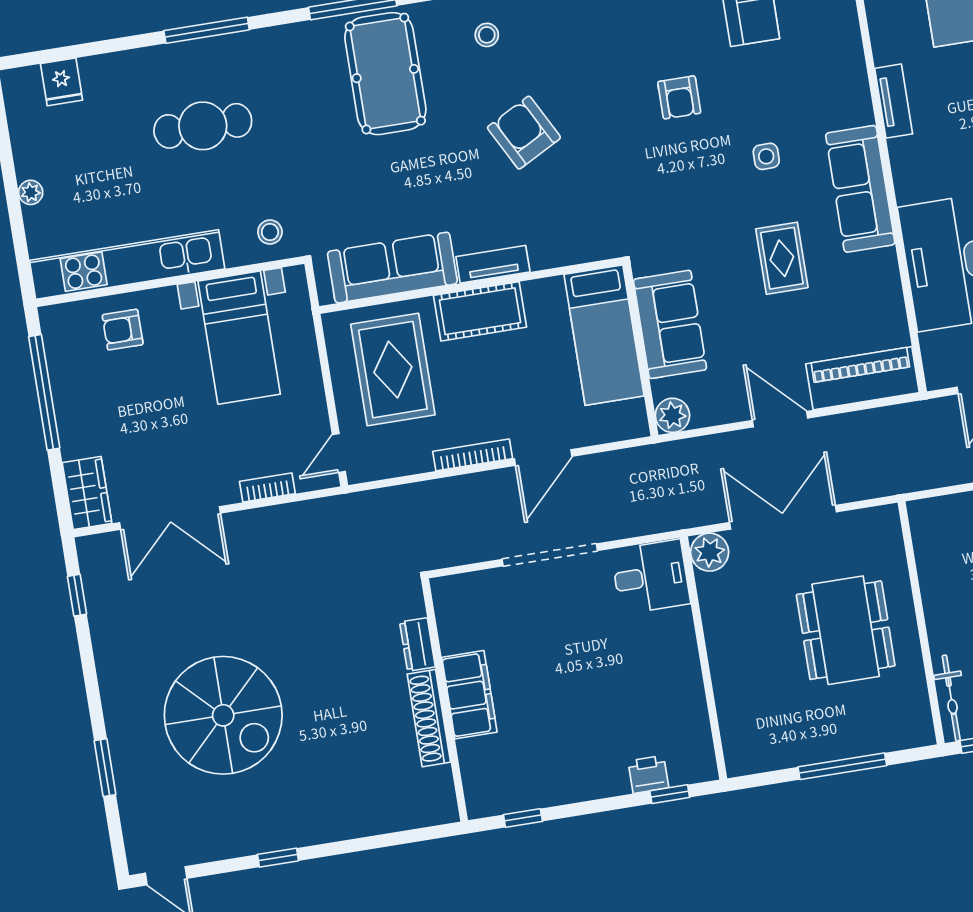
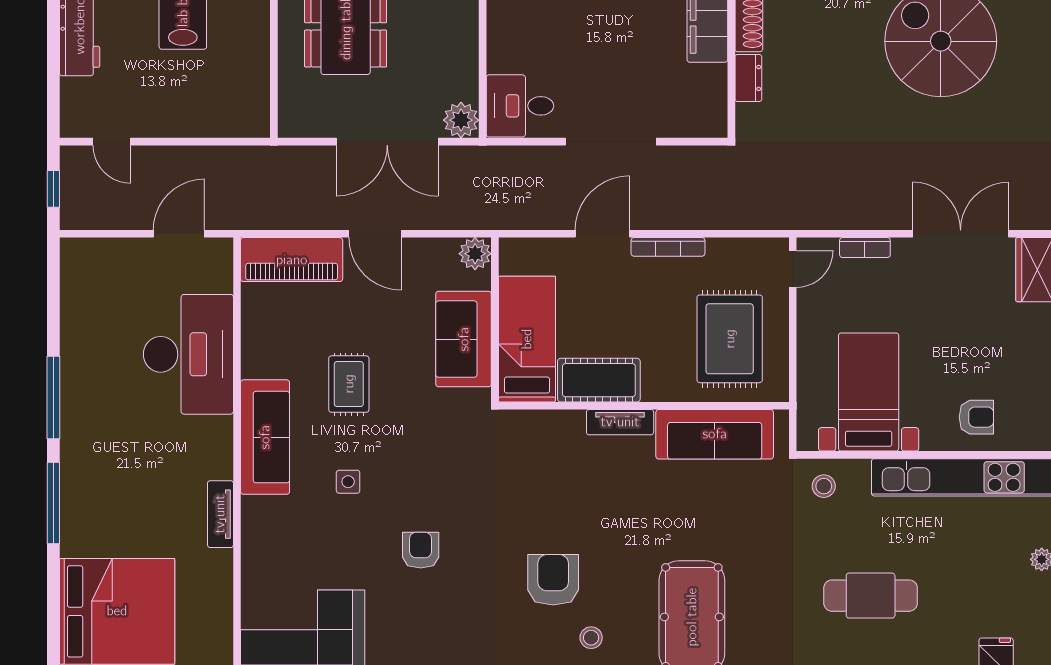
armchair: (524, 133) -> (553, 580), moved, turned -152
cot: (480, 311) -> (599, 380), moved

